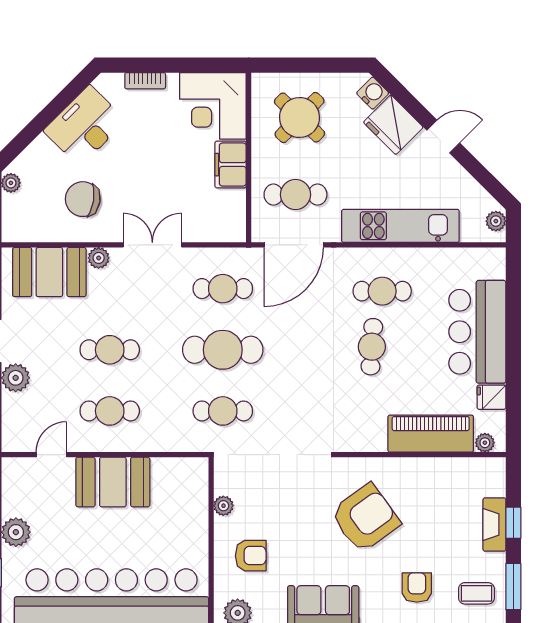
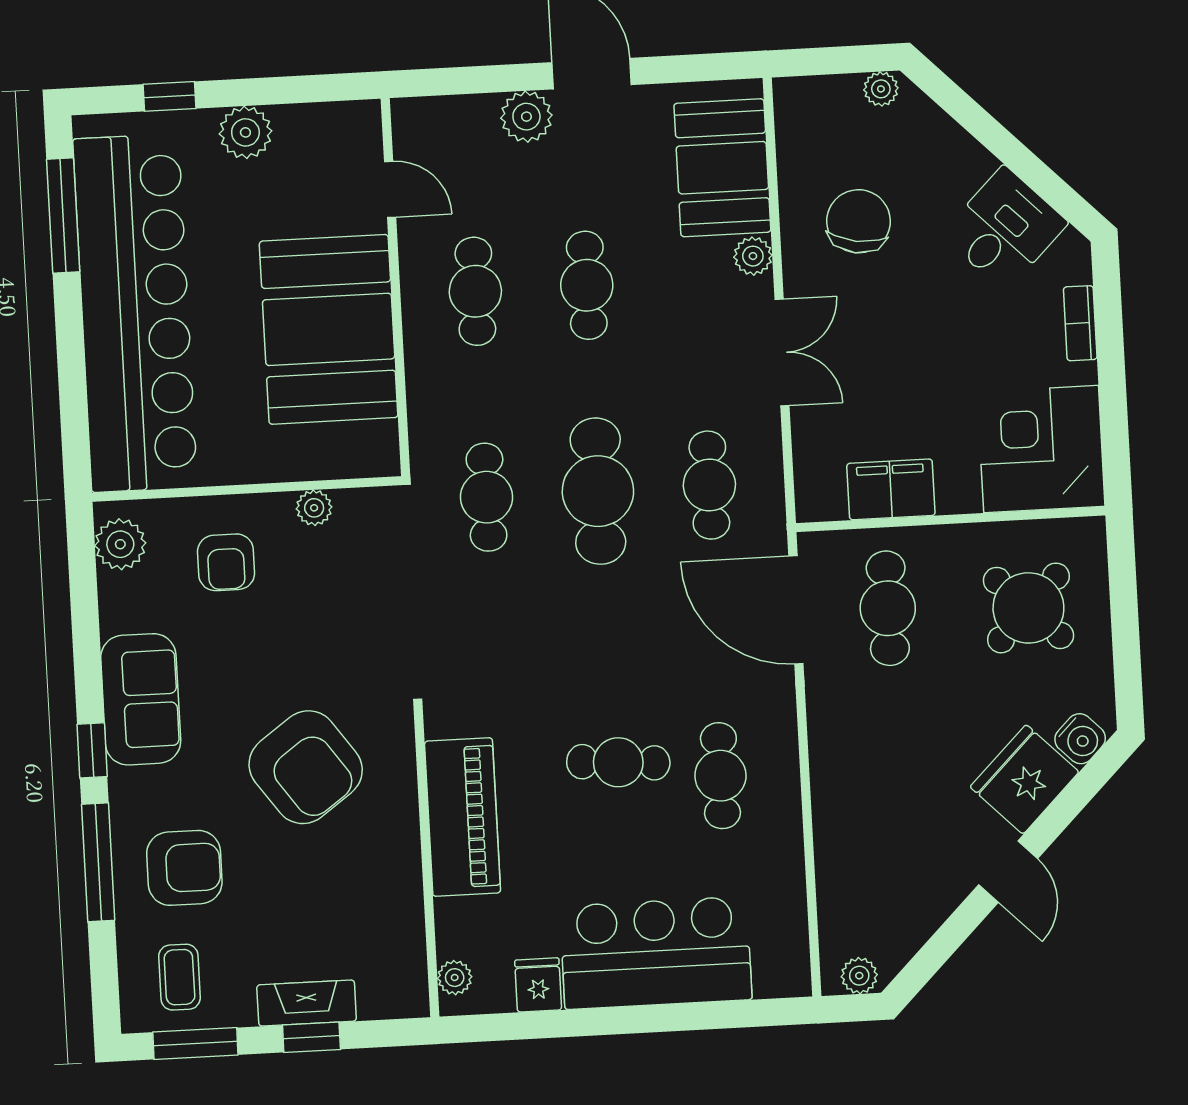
desk: (85, 126) -> (1004, 229), width x0.73
filing cabinet: (231, 165) -> (891, 489), moved
kitchen unit: (400, 226) -> (841, 802), removed
piano: (431, 434) -> (463, 817), moved
booth: (113, 482) -> (329, 329), width x1.36, depth x1.42
armchair: (417, 587) -> (184, 868), width x1.38, depth x1.38

